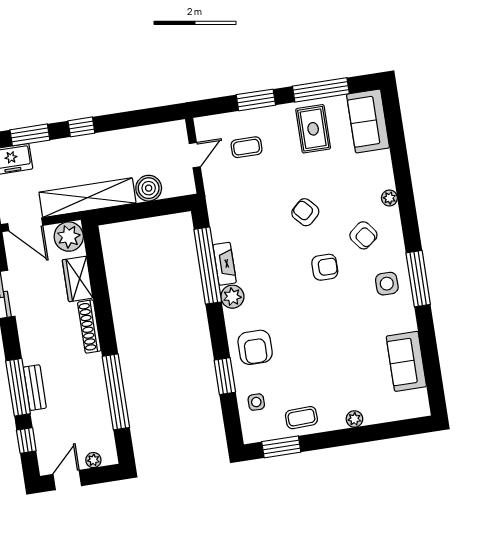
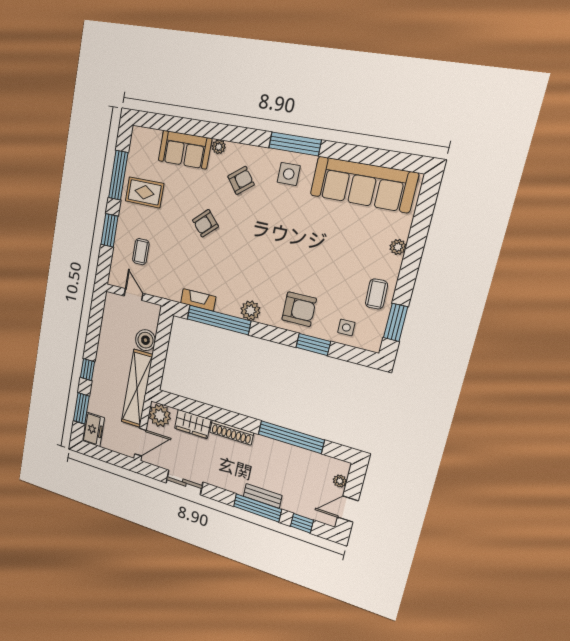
sofa: (368, 121) -> (185, 150), moved
fireplace: (225, 264) -> (198, 300), moved
armchair: (325, 267) -> (255, 224), removed
sofa: (406, 361) -> (363, 184), width x1.85, depth x1.27
door: (67, 480) -> (348, 509), hinge flipped

